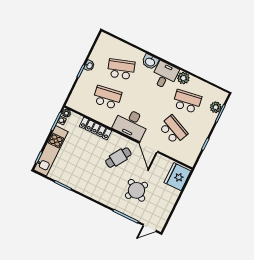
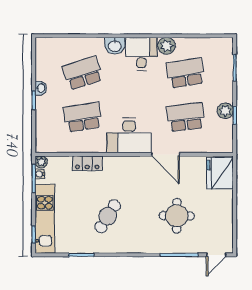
plant: (216, 107) -> (225, 111), moved
locker: (96, 128) -> (87, 163), width x0.66
school desk: (173, 130) -> (186, 117), turned -30
cafe table: (118, 158) -> (108, 216), moved
round table: (136, 190) -> (177, 216), turned -30

